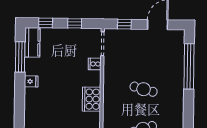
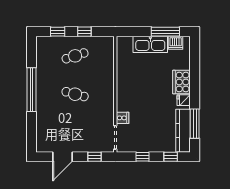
kitchen counter: (32, 42) -> (183, 131), width x1.50
window: (189, 66) -> (31, 90), moved
cooker: (92, 99) -> (181, 82), moved, turned 180

